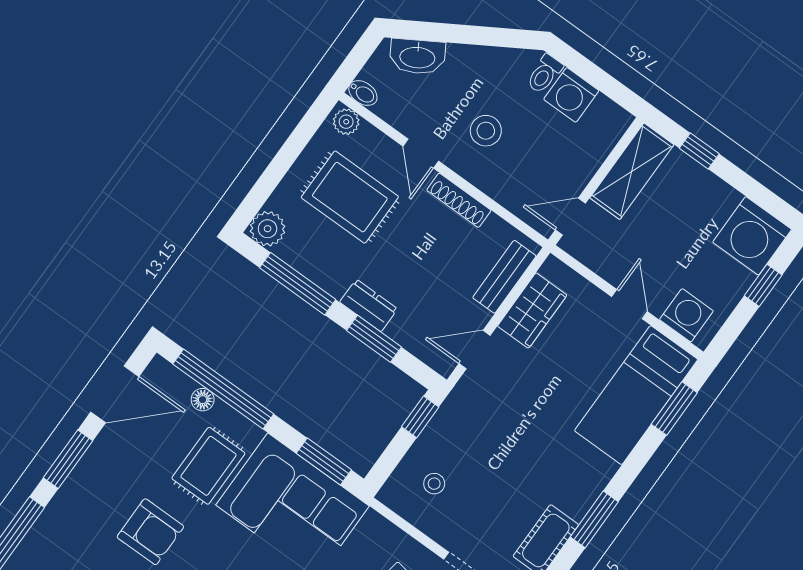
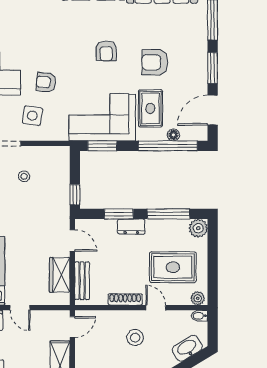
door: (475, 350) -> (72, 240), hinge flipped
stool: (434, 484) -> (24, 176), moved

